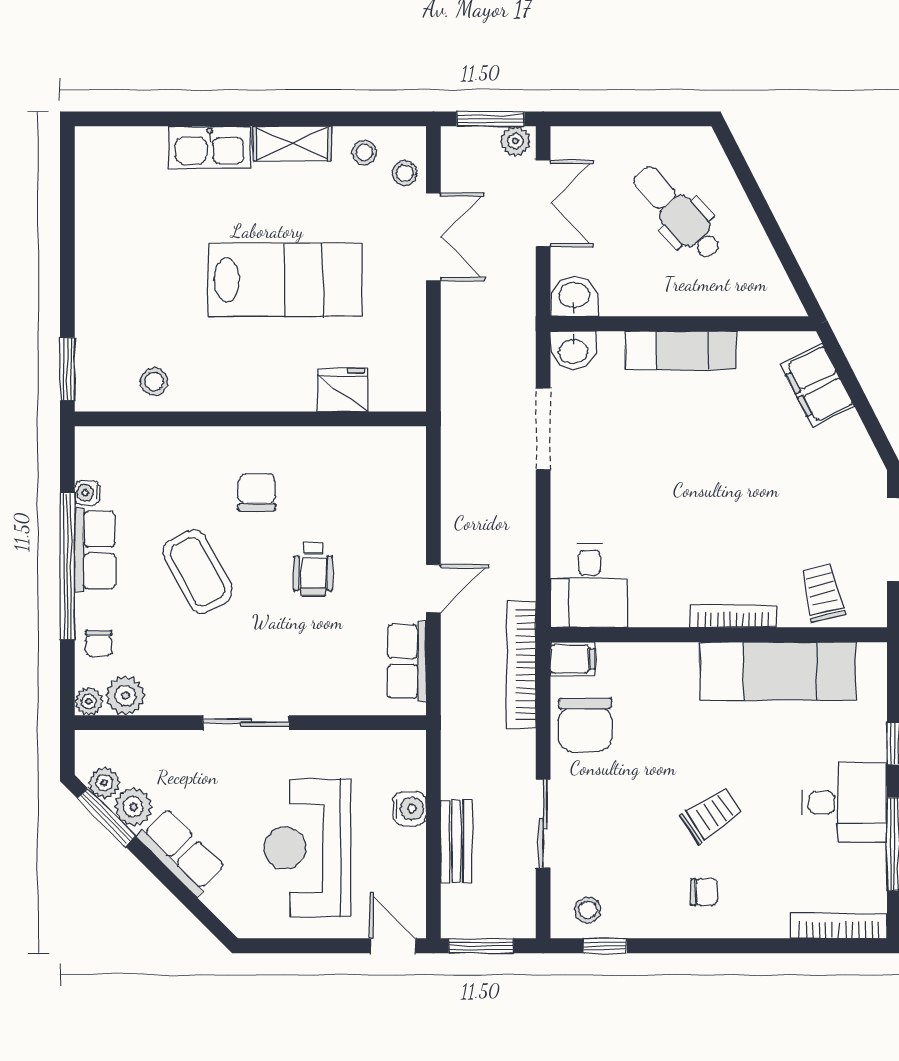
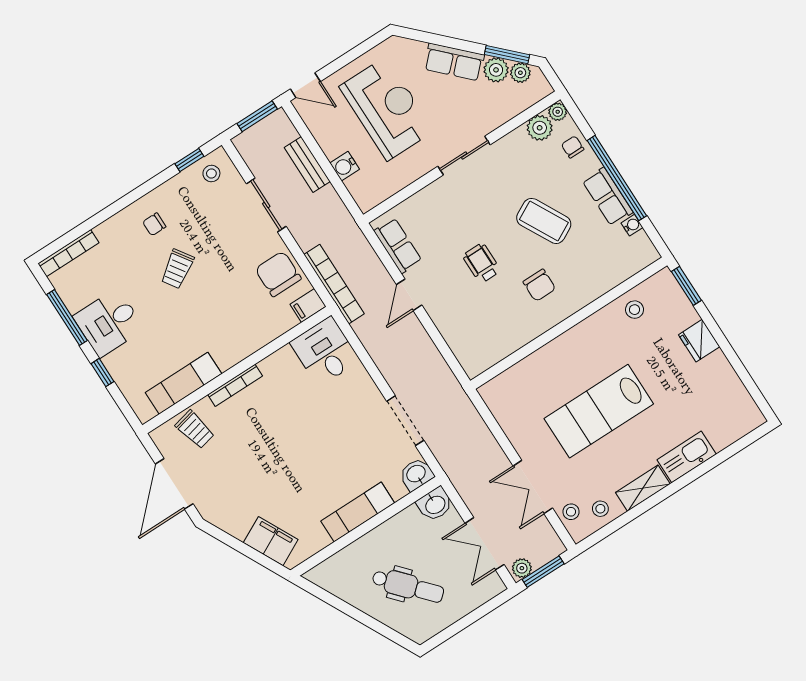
fridge: (343, 390) -> (699, 341), moved, turned 90
exam couch: (778, 671) -> (183, 383), width x0.73, depth x0.69

